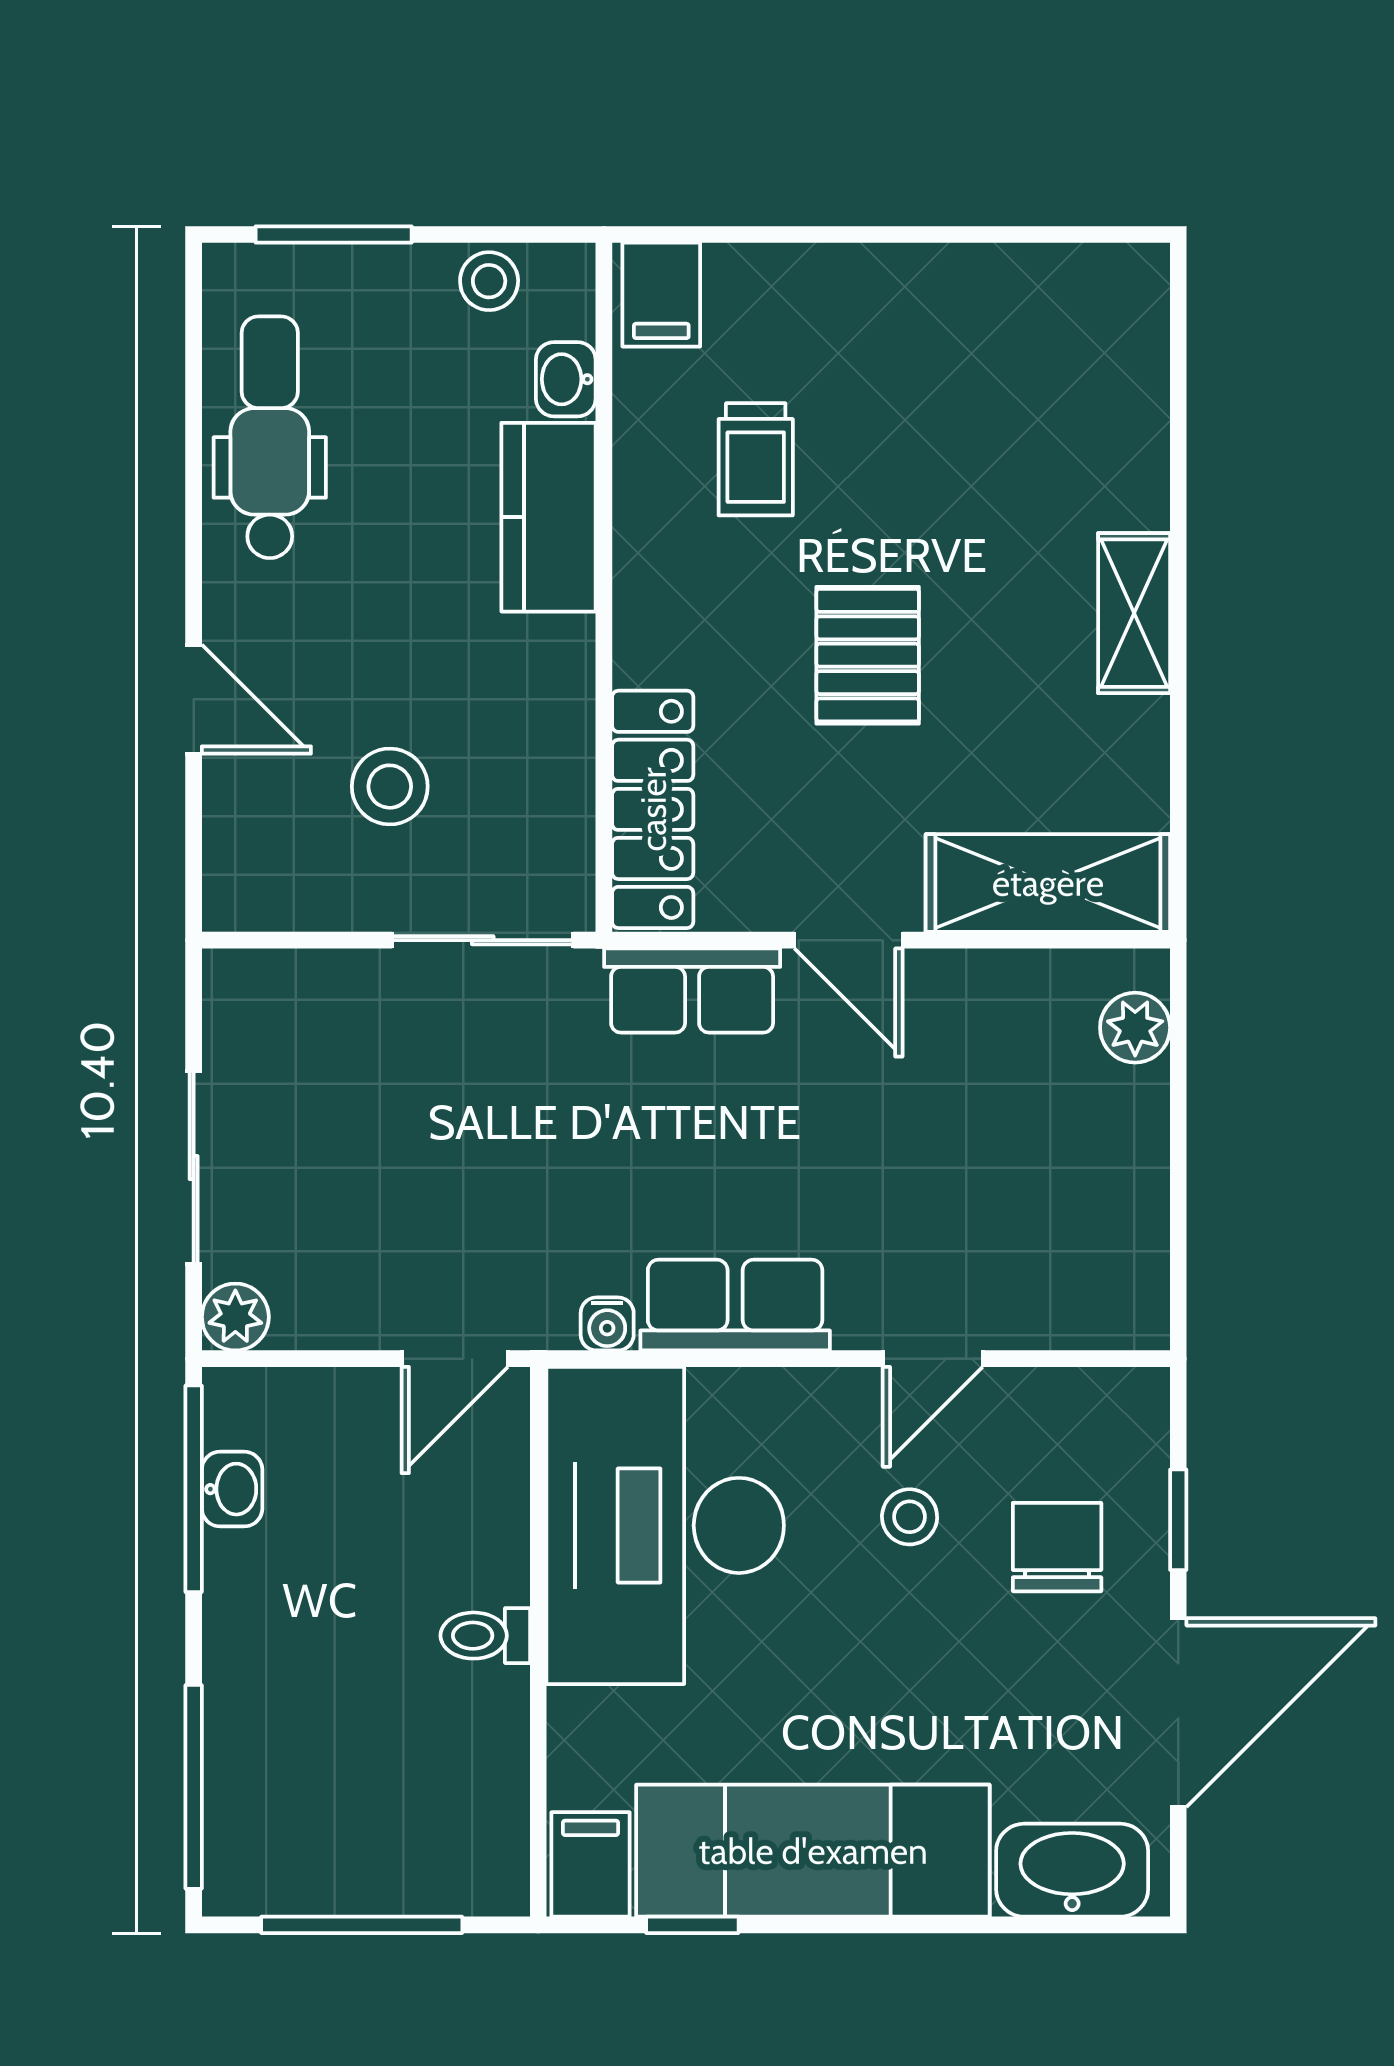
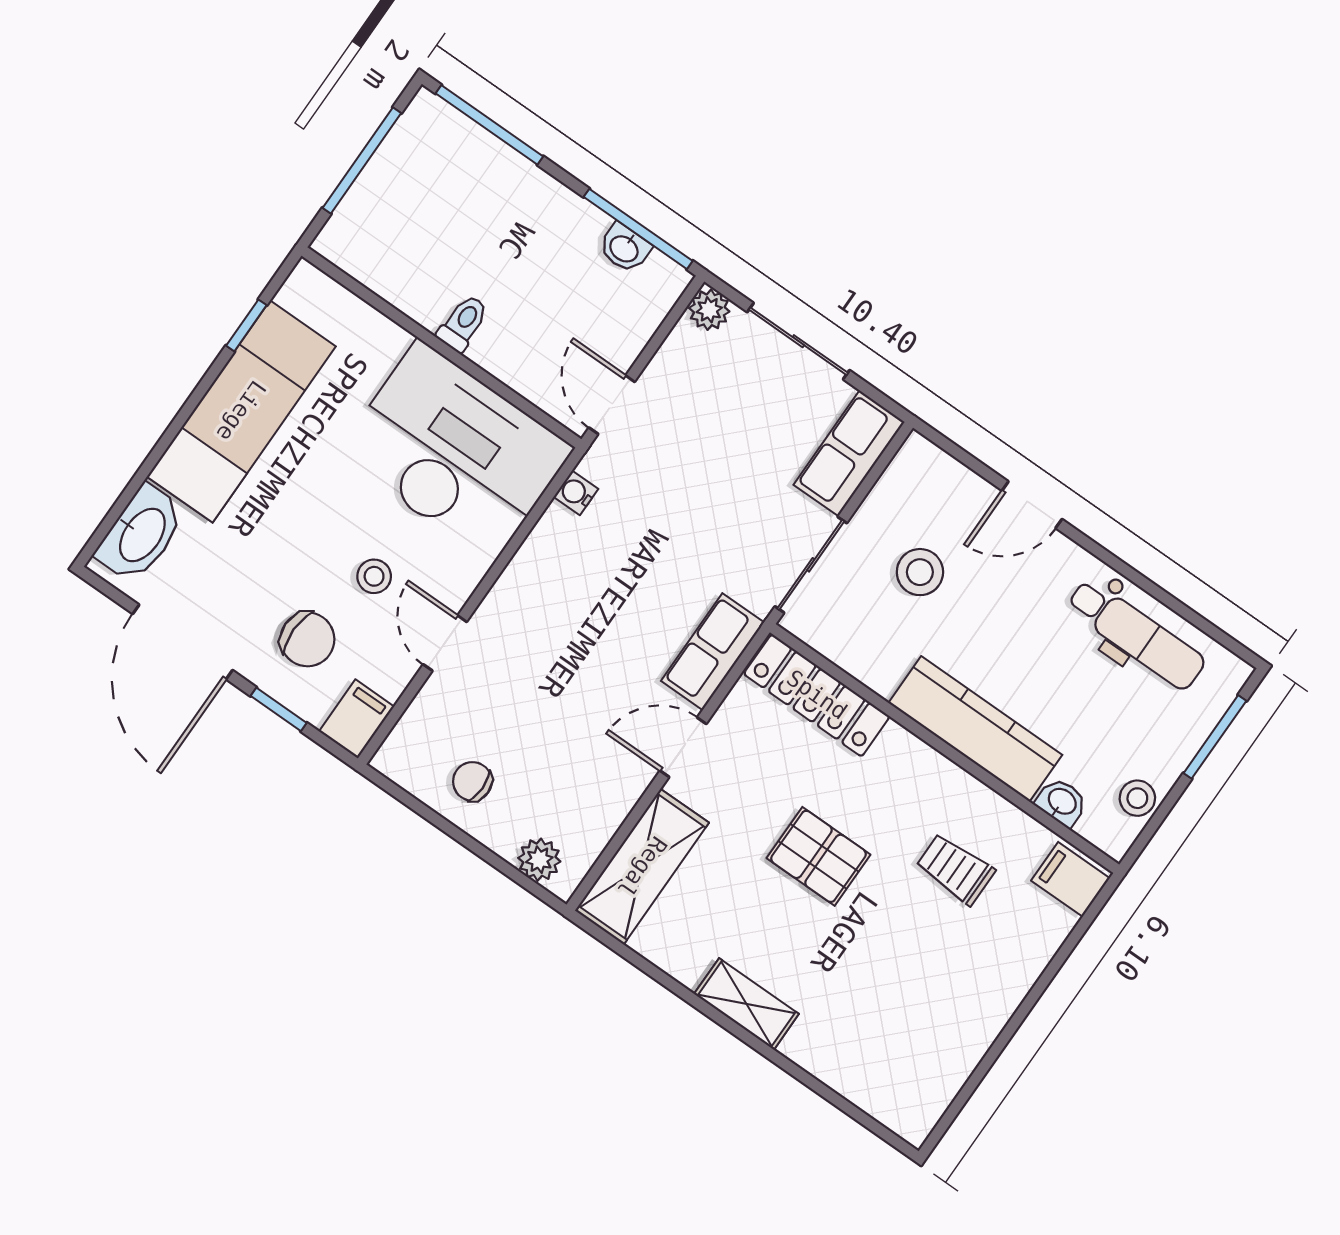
kitchen counter: (549, 517) -> (975, 729), width x1.50
chair: (1093, 1191) -> (472, 781), added
row of seats: (735, 1305) -> (849, 453), moved, turned 180
filing cabinet: (590, 1864) -> (357, 719), moved, turned -90

